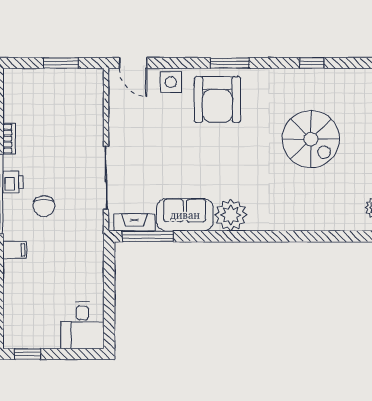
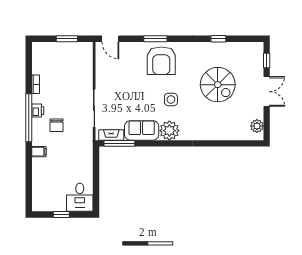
window: (230, 63) -> (155, 39), moved
side table: (171, 82) -> (171, 99), moved
window: (28, 354) -> (61, 214), moved

